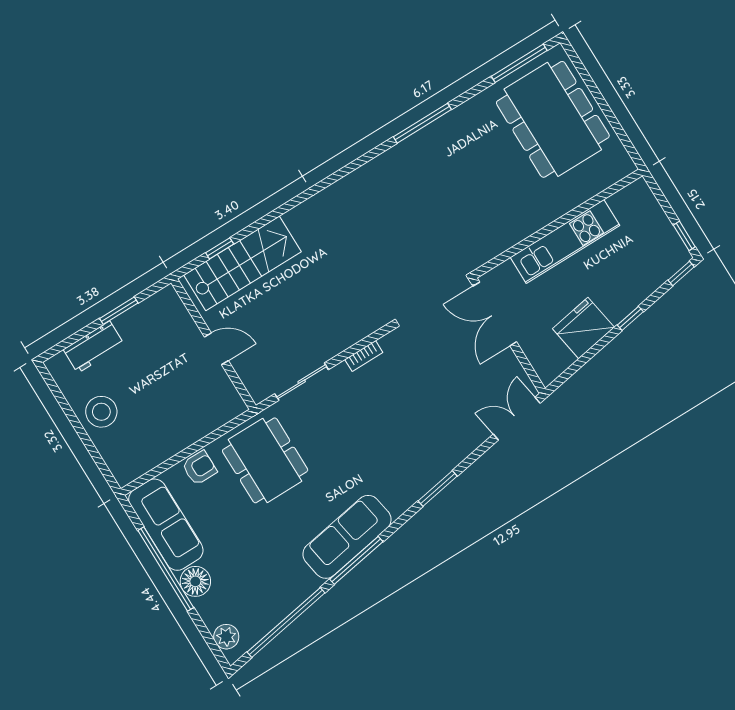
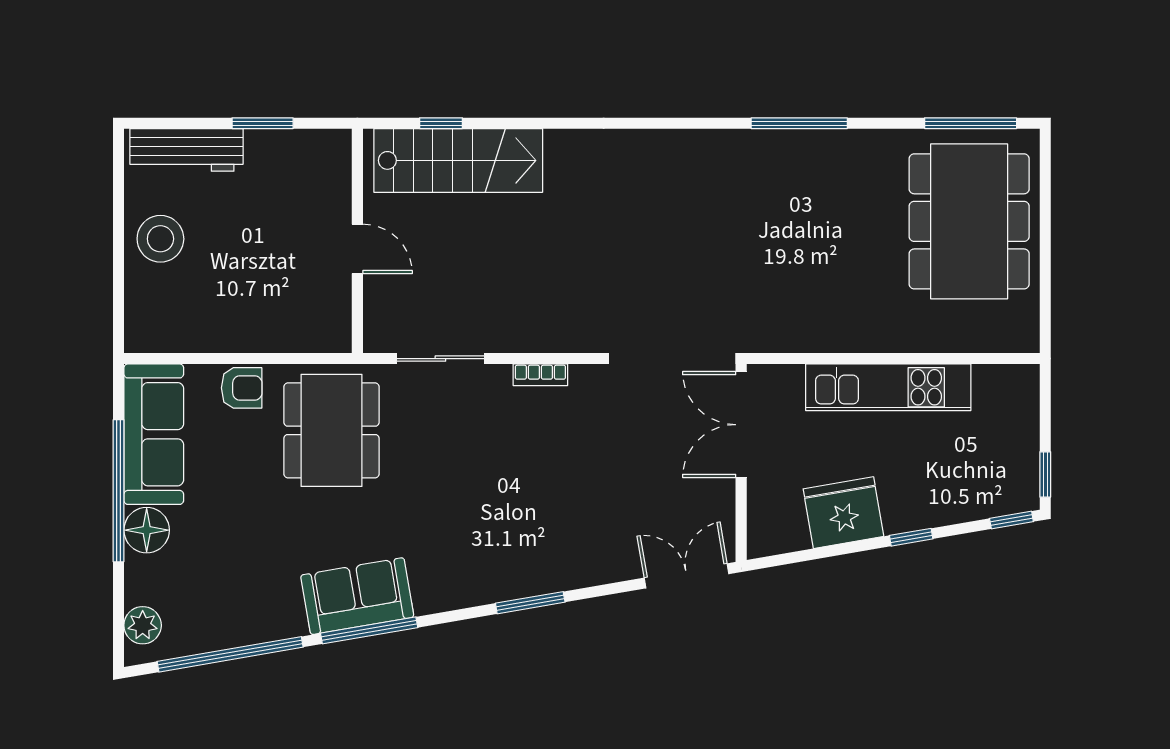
workbench: (94, 347) -> (186, 150), width x1.38
sofa: (347, 537) -> (357, 596), width x0.73

